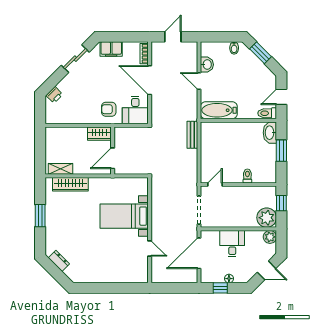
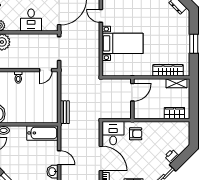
printer: (54, 95) -> (172, 156), moved
wardrobe: (99, 134) -> (174, 113), moved

